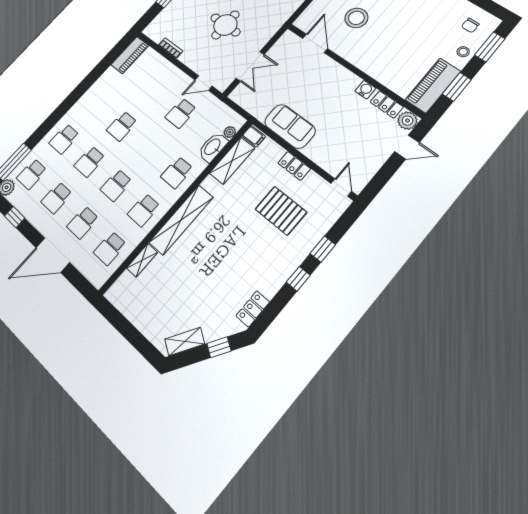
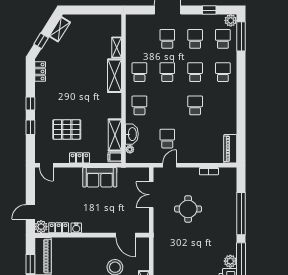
shelving: (181, 220) -> (115, 76), width x0.68
school desk: (110, 248) -> (139, 39), removed

